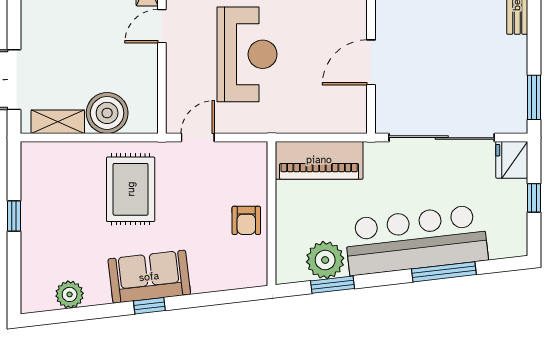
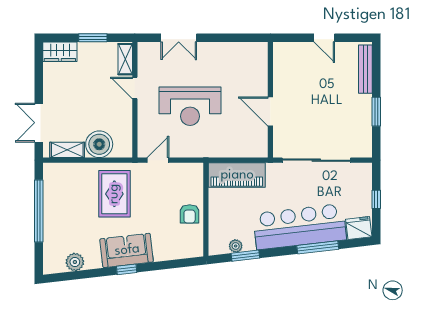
door: (162, 26) -> (135, 88), hinge flipped
reception desk: (247, 54) -> (190, 106), turned 90
door: (371, 62) -> (270, 111), hinge flipped
window: (534, 97) -> (376, 112), moved
fridge: (512, 160) -> (359, 228), moved, turned 83
window: (14, 216) -> (39, 211), width x3.17
plant: (325, 260) -> (236, 246), width x0.53, depth x0.53

